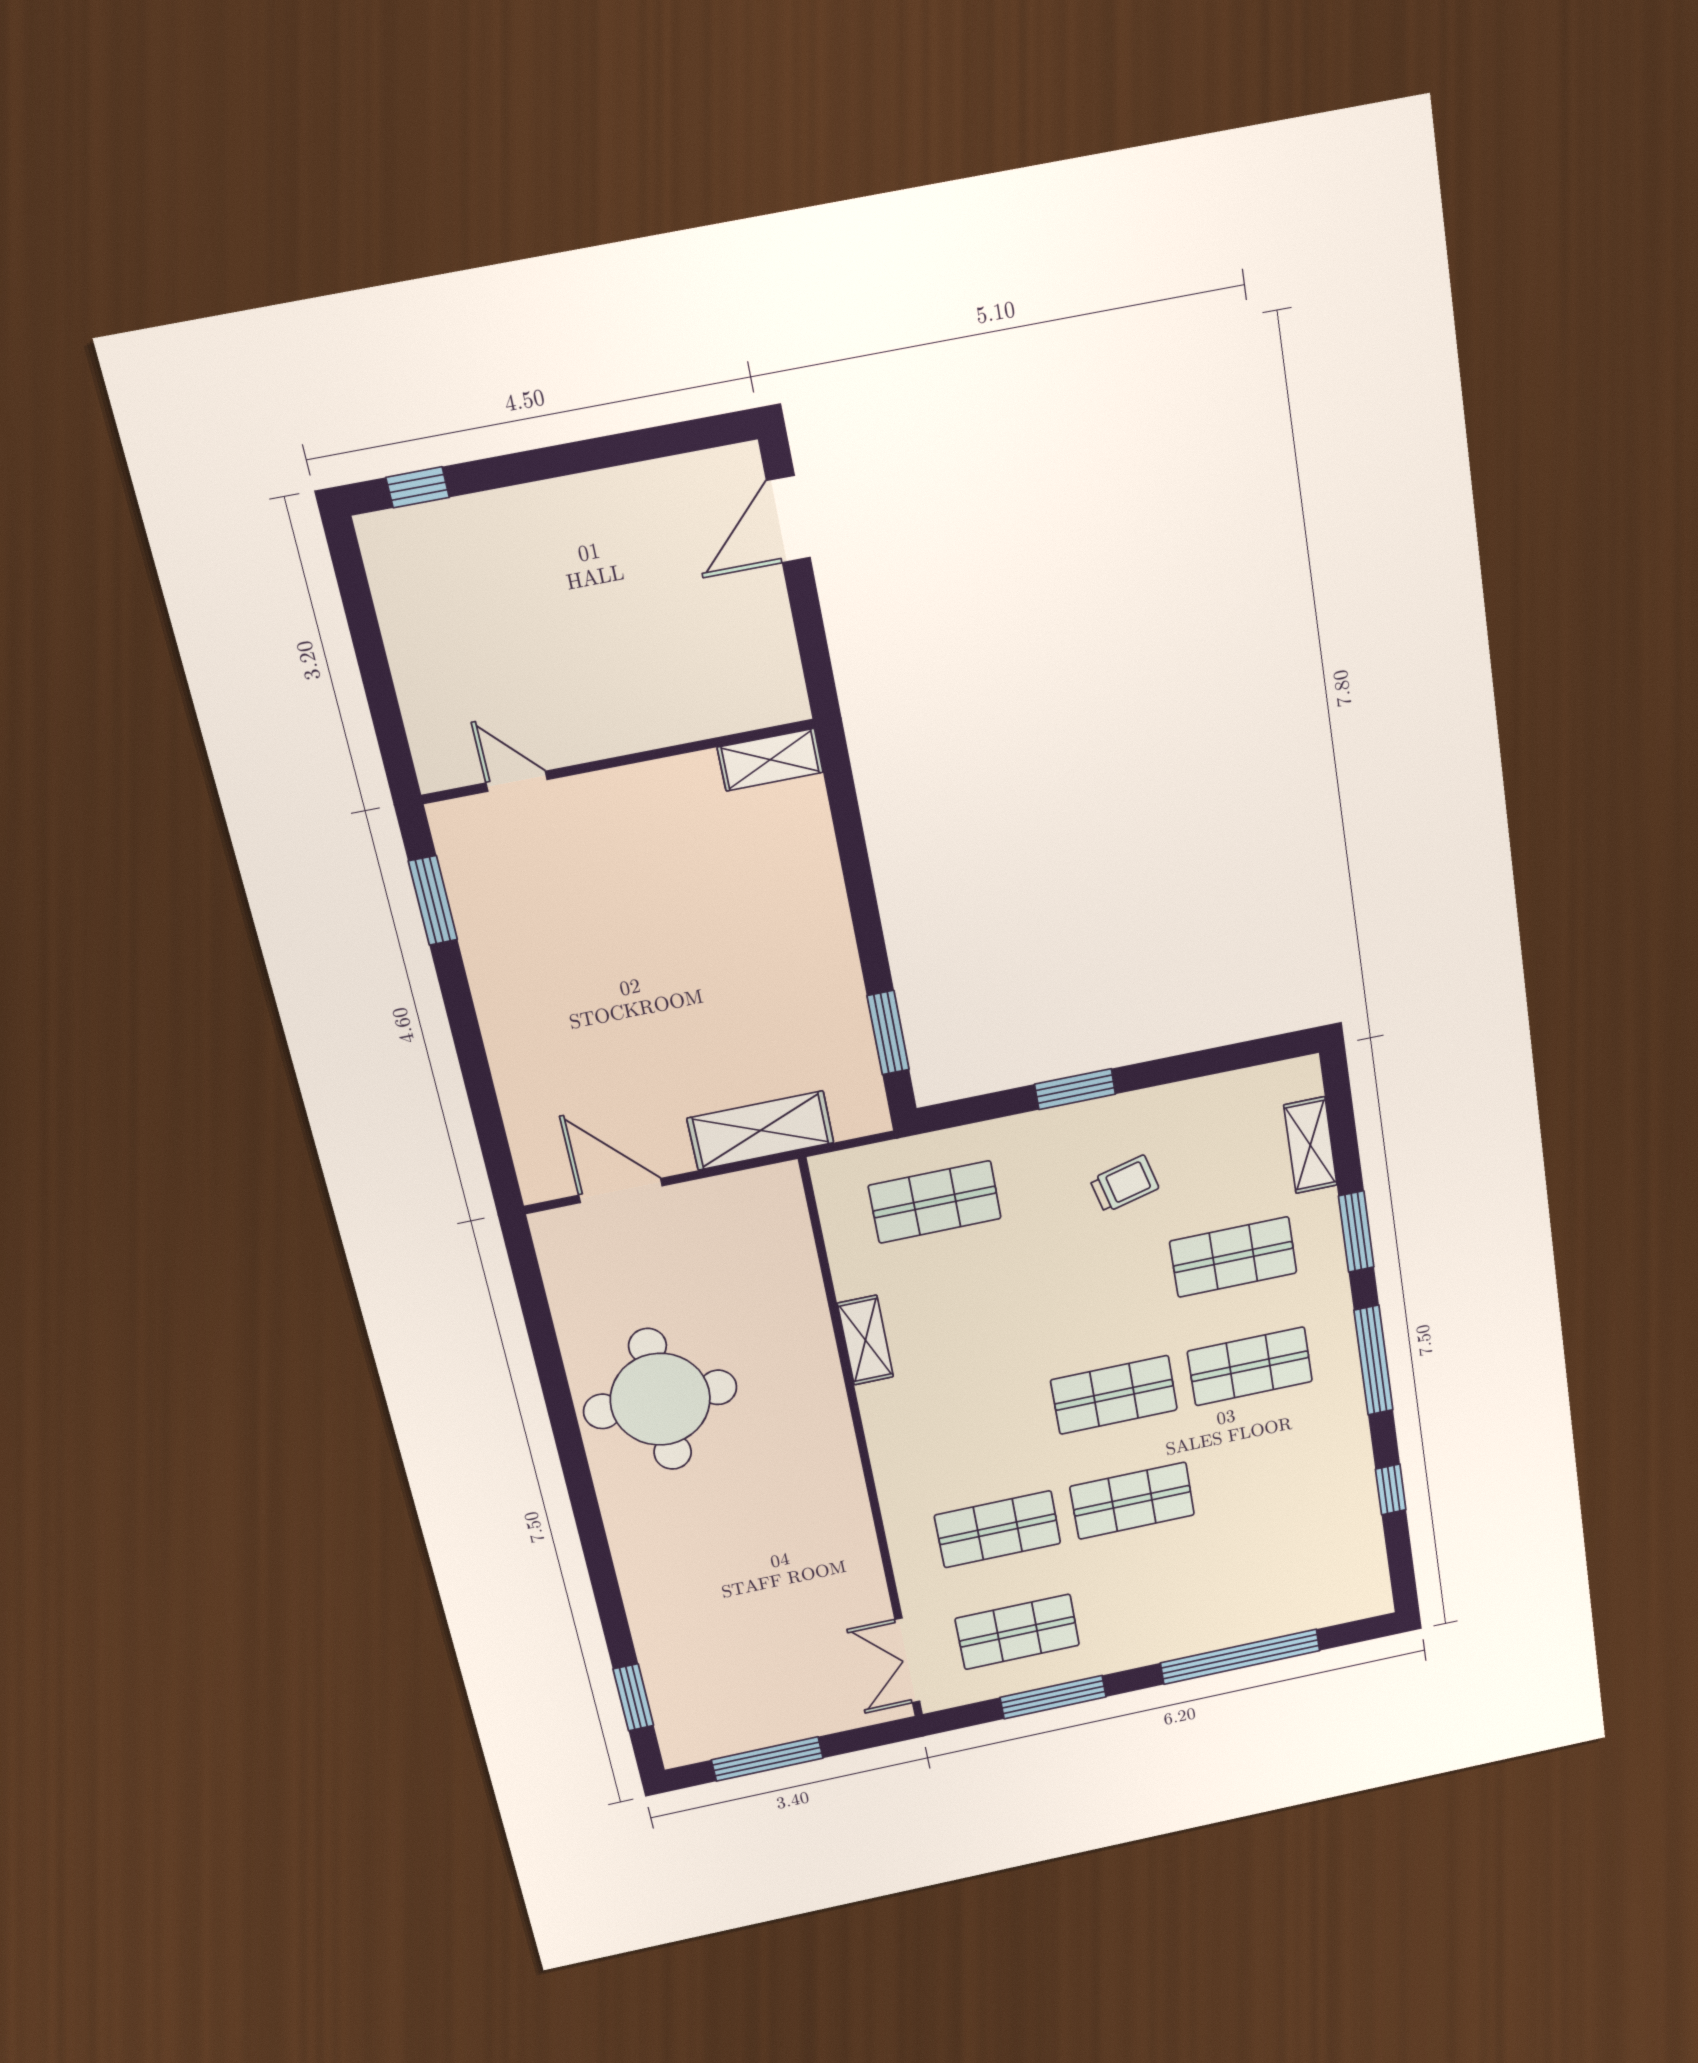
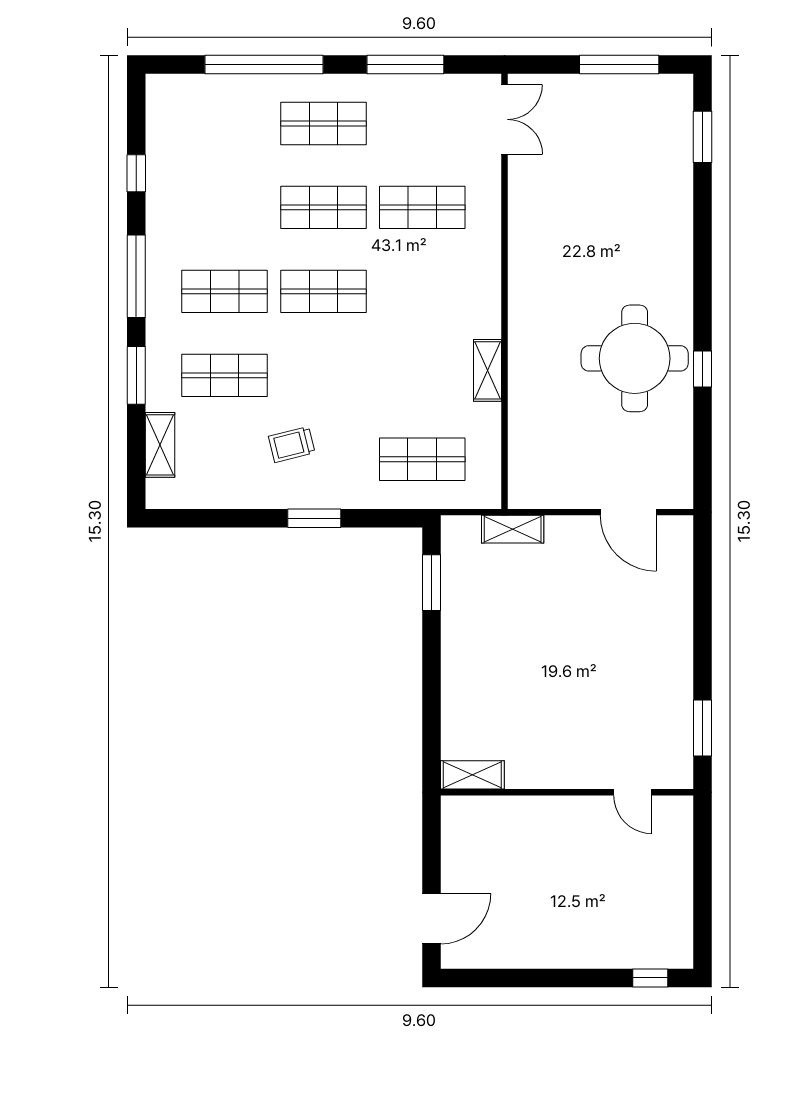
shelving: (761, 1130) -> (513, 529), width x0.67, depth x0.75
window: (560, 1406) -> (702, 369), added
shop shelf: (1017, 1632) -> (323, 123), moved

